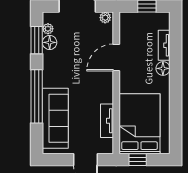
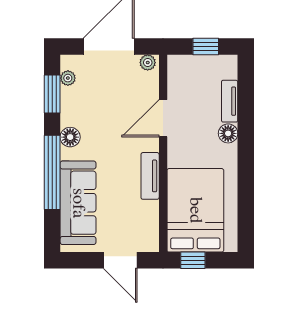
floor lamp: (50, 42) -> (70, 137), moved
tv unit: (107, 121) -> (150, 176), moved

